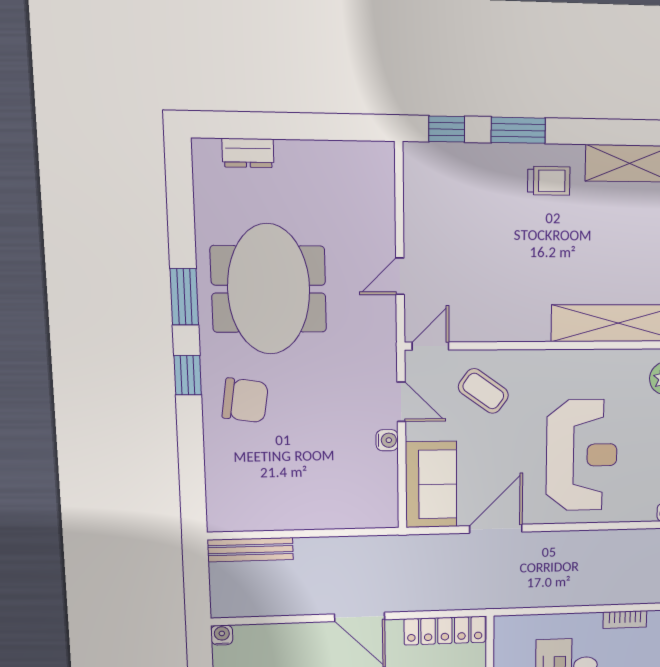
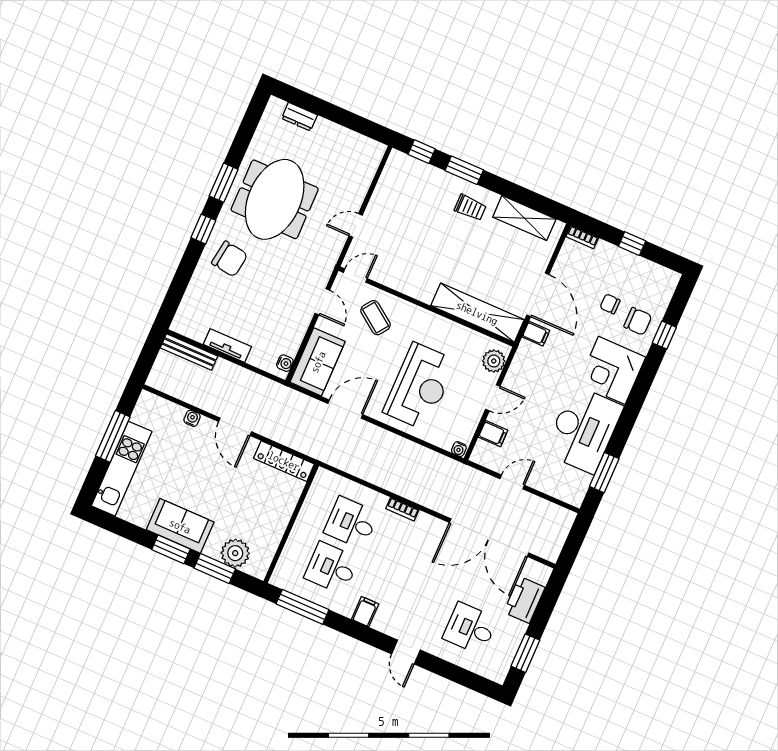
water cooler: (387, 440) -> (285, 363), moved
tv unit: (299, 518) -> (227, 346), added
water cooler: (222, 635) -> (192, 418), moved

